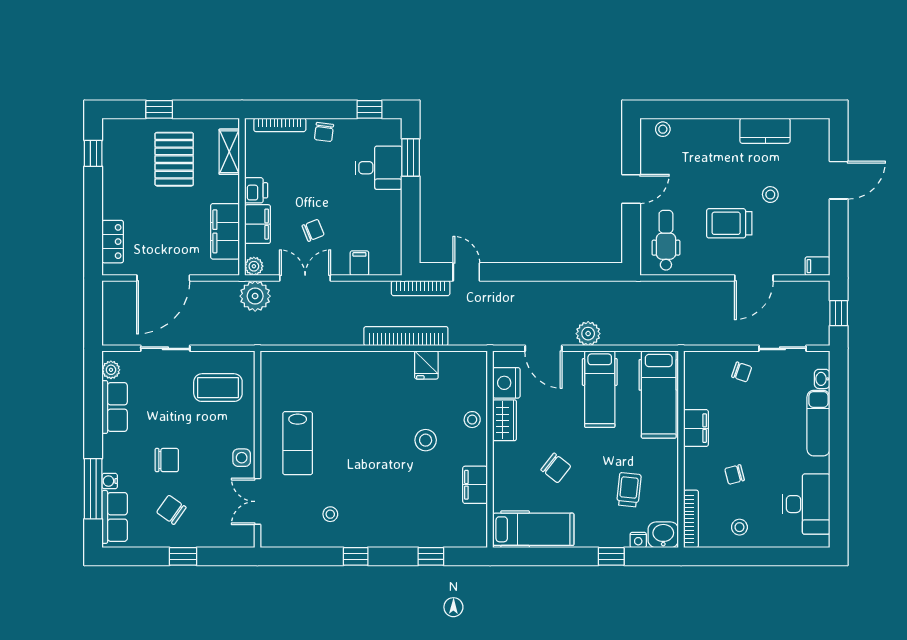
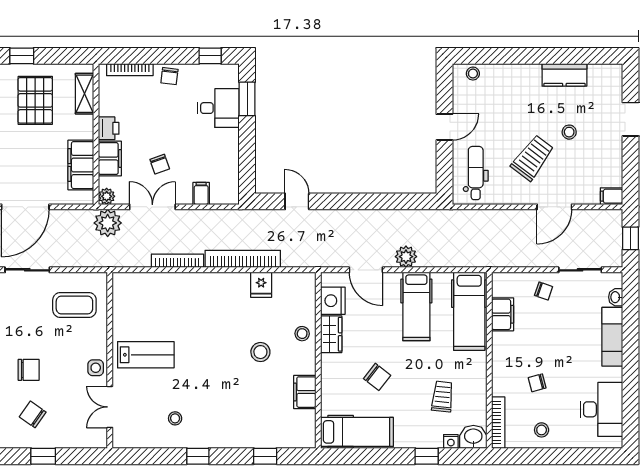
trolley: (729, 223) -> (532, 158), turned 127
chair: (313, 230) -> (160, 164), turned 93
bookcase: (421, 288) -> (177, 261), moved, turned 180
filing cabinet: (696, 428) -> (503, 314), moved
lab bench: (298, 443) -> (146, 355), turned -90

